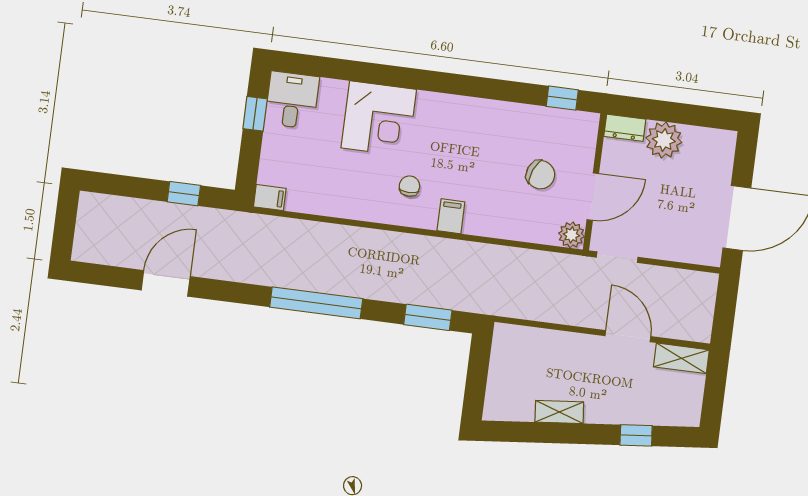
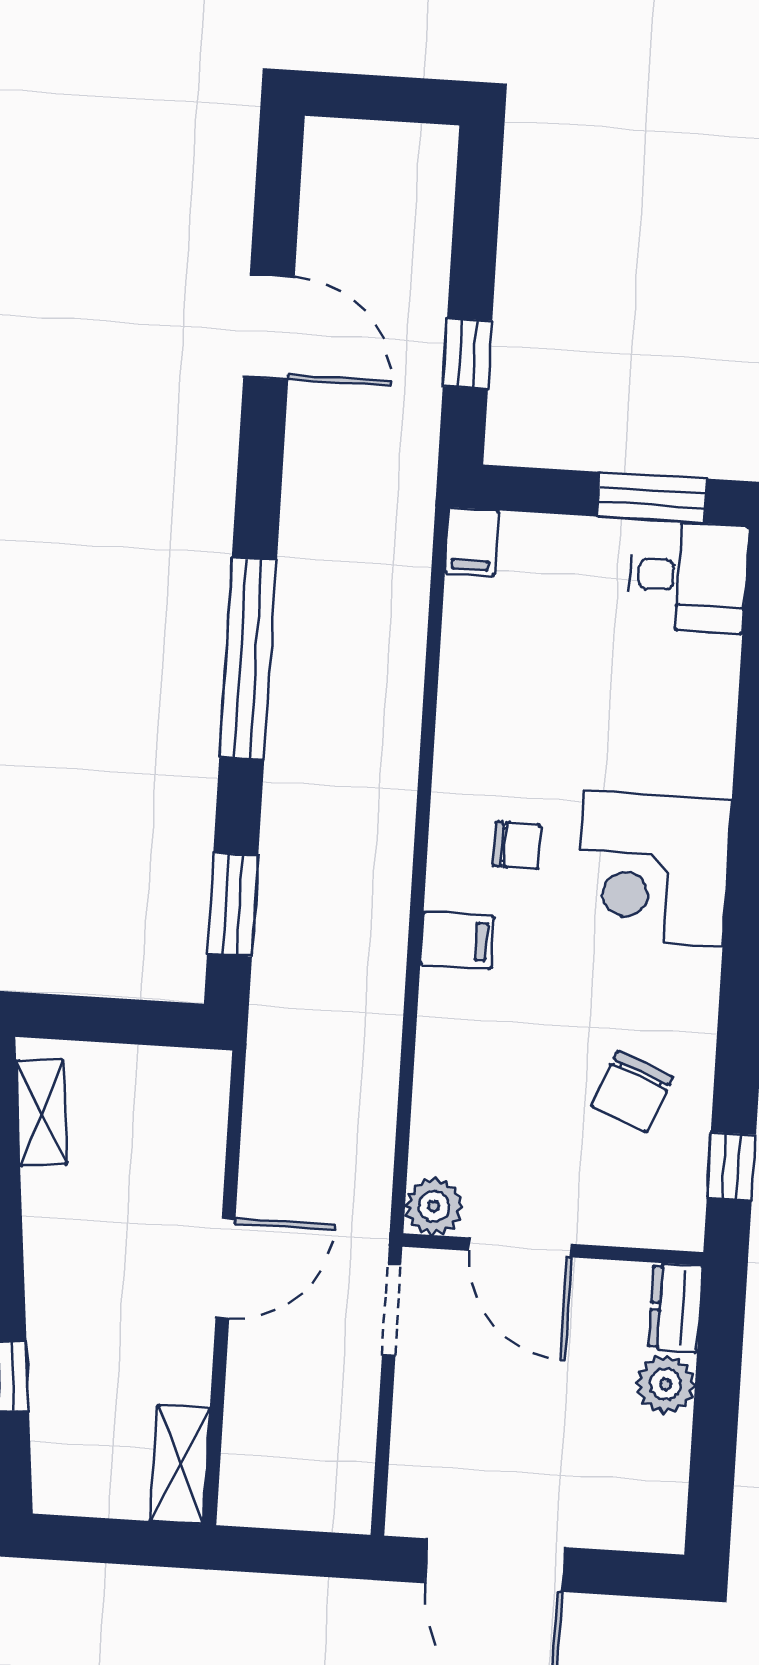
window: (255, 114) -> (652, 498), width x1.50
corner desk: (379, 119) -> (653, 869), moved
plant: (664, 140) -> (666, 1384), width x0.73, depth x0.73
chair: (540, 175) -> (632, 1091), moved
door: (628, 336) -> (226, 1268), moved
shelving: (559, 412) -> (42, 1113), moved

